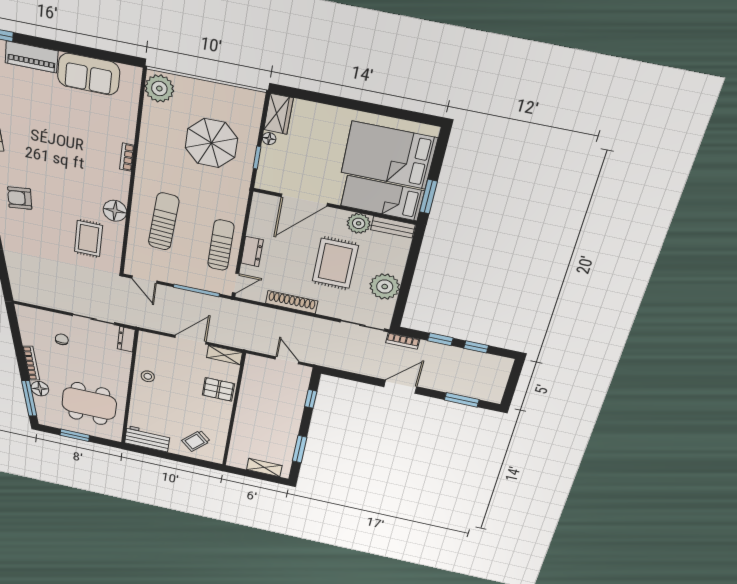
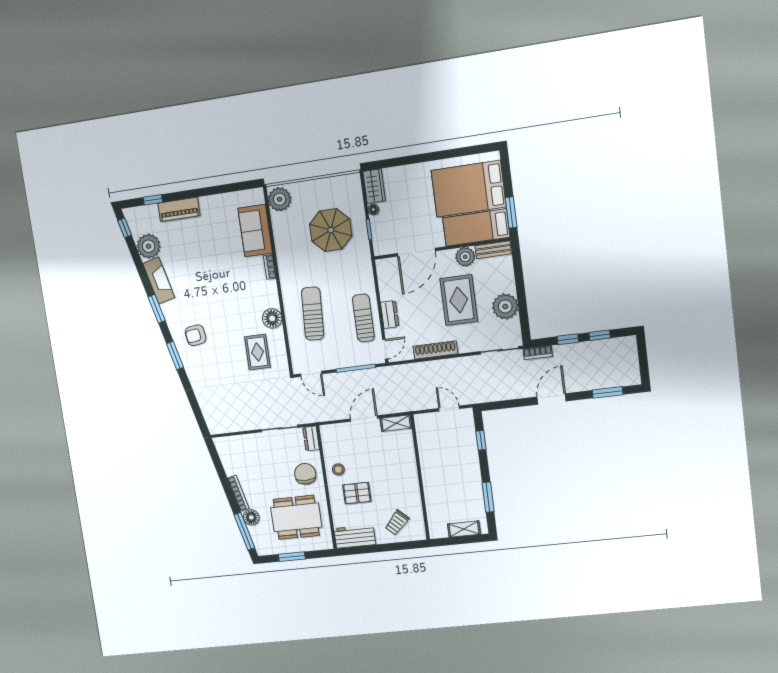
sofa: (89, 74) -> (255, 231), moved, turned 90
chair: (62, 339) -> (305, 474), moved, width x1.87, depth x1.87
pallet: (218, 389) -> (357, 493), moved

